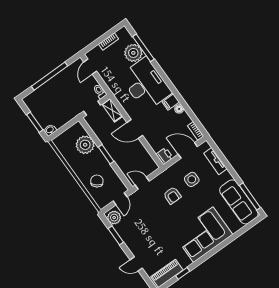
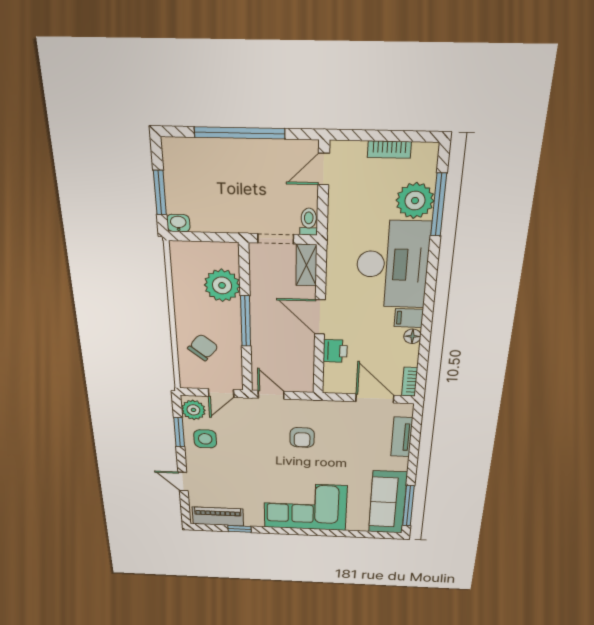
window: (106, 154) -> (246, 321), width x1.44
printer: (164, 156) -> (335, 351), moved
side table: (192, 179) -> (205, 439), moved

